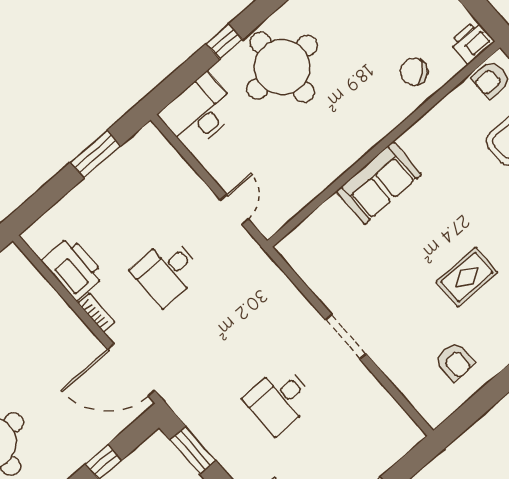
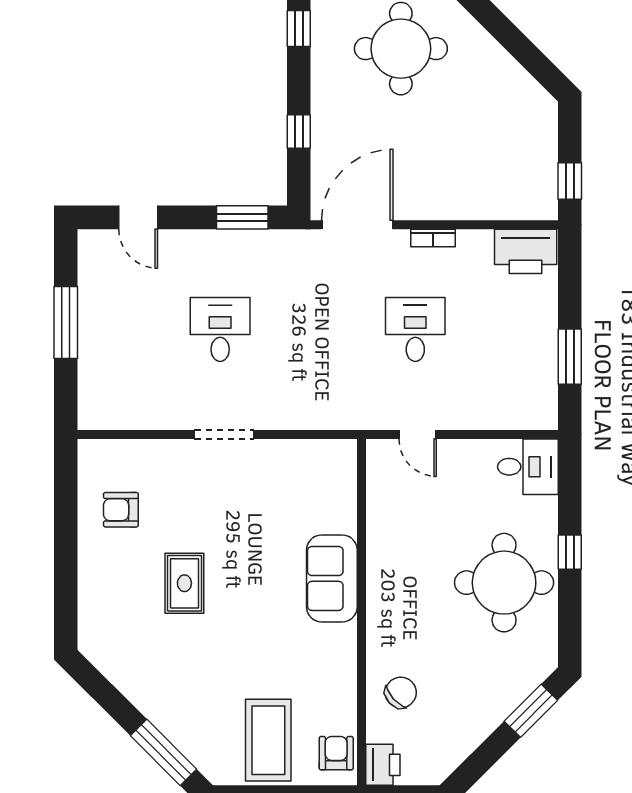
desk: (199, 112) -> (528, 467), width x0.73
printer: (73, 268) -> (526, 251), moved

